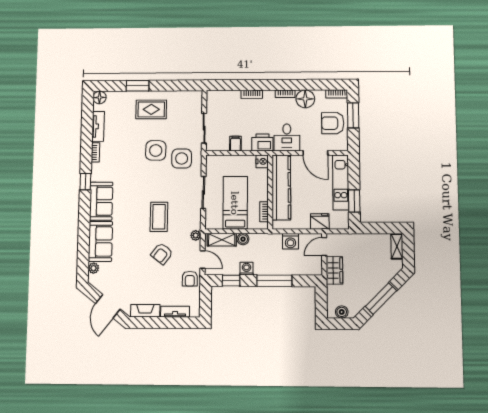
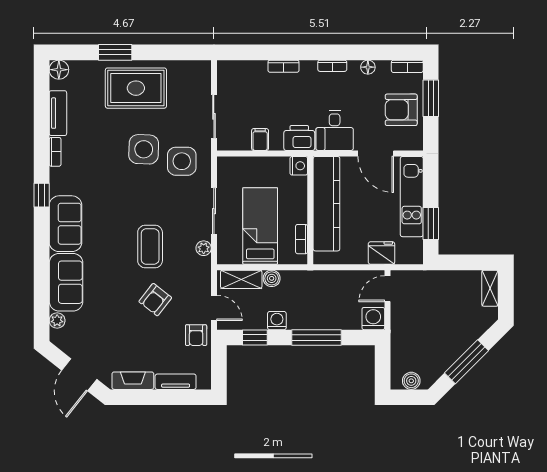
floor lamp: (305, 99) -> (368, 67), width x0.53, depth x0.53
rug: (151, 109) -> (136, 88), width x1.36, depth x1.43
plant: (196, 235) -> (204, 248), moved
washing machine: (290, 241) -> (373, 319), moved, turned 180
wardrobe: (334, 270) -> (402, 323), removed

